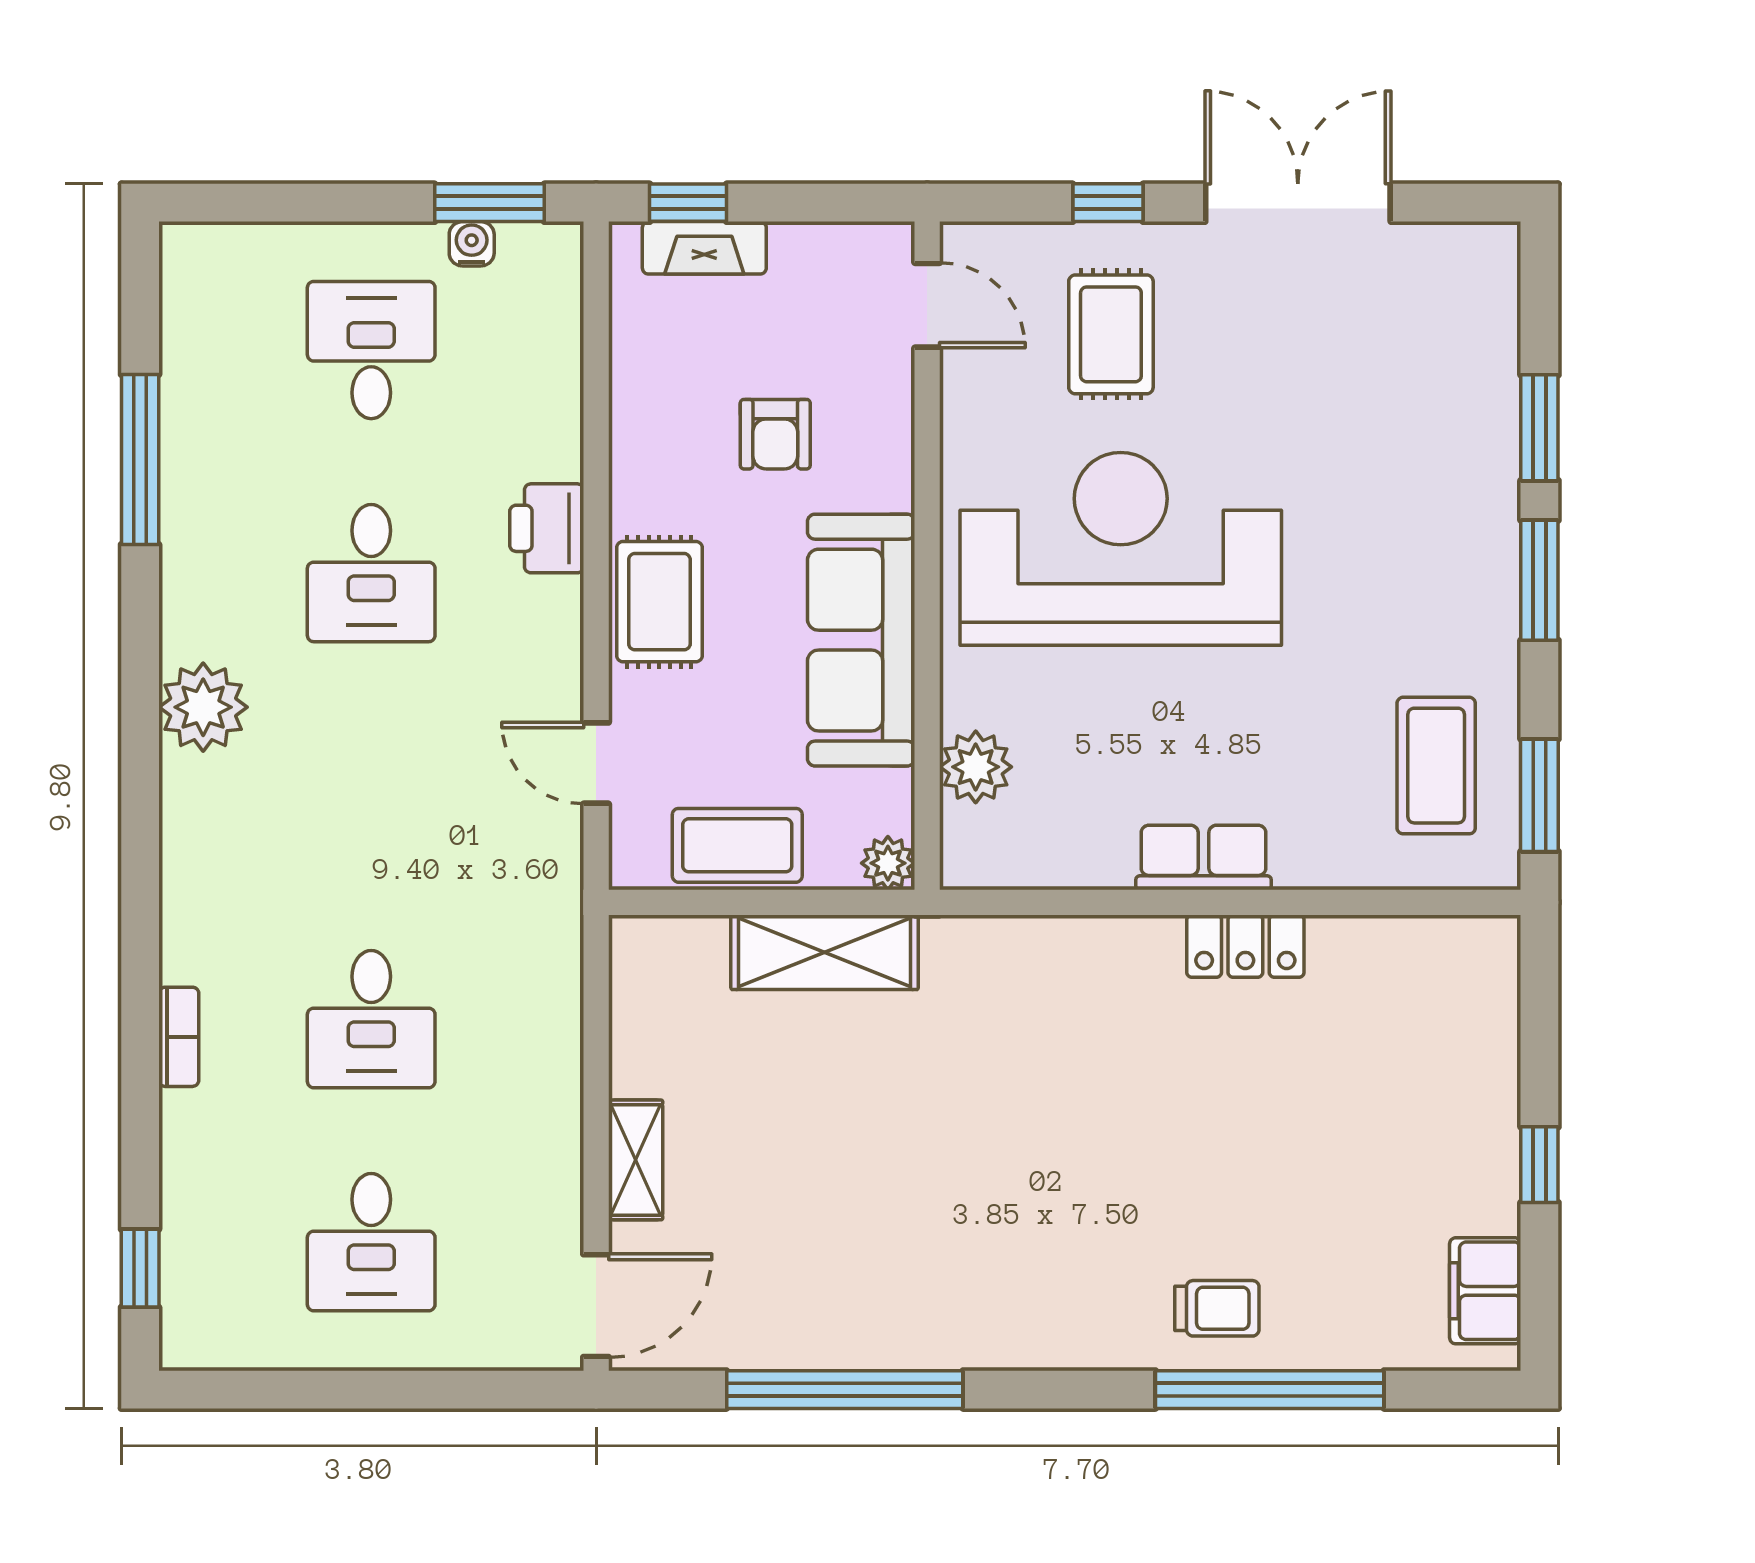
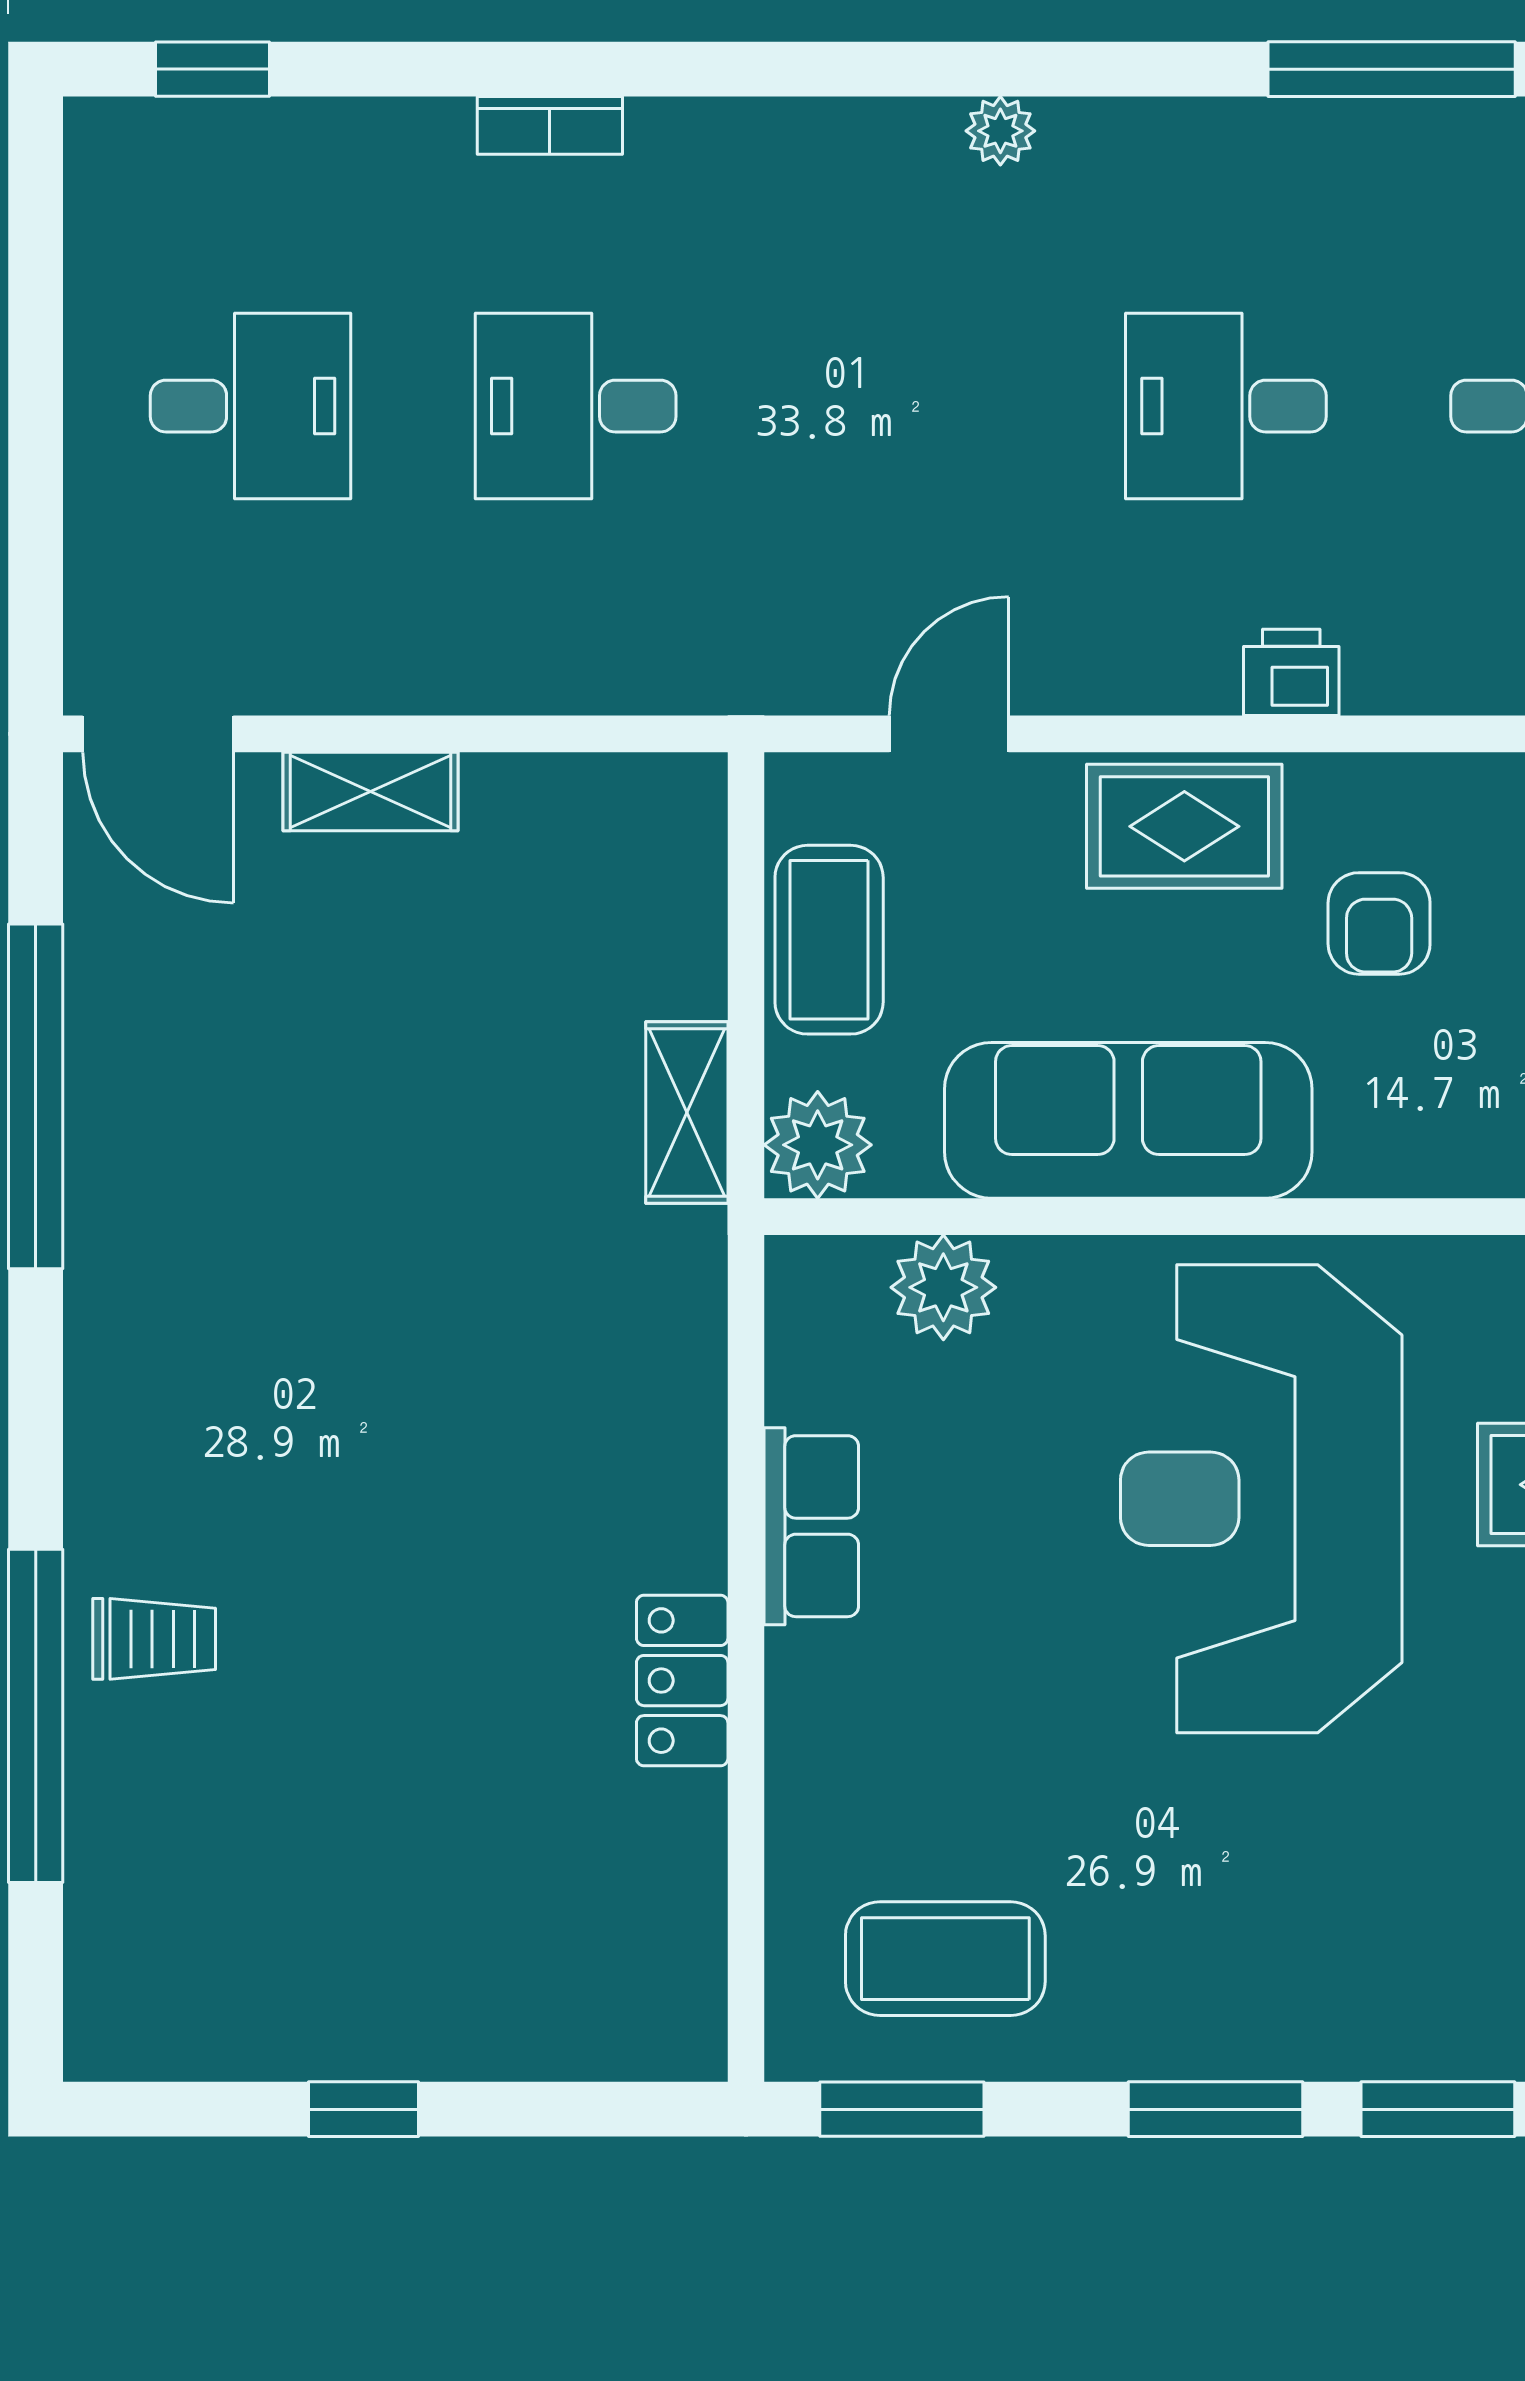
armchair: (775, 434) -> (1379, 923), moved, turned -90
printer: (547, 528) -> (1291, 672), width x0.73, depth x0.81
reception desk: (1121, 549) -> (1261, 1499), turned 180
plant: (203, 707) -> (1000, 131), width x0.53, depth x0.53
row of seats: (1204, 857) -> (811, 1526), moved
plant: (888, 863) -> (818, 1145), width x1.38, depth x1.38
shelving: (825, 952) -> (687, 1112), width x0.67, depth x0.75
desk: (371, 1242) -> (251, 406), turned 180
filing cabinet: (1485, 1291) -> (180, 2030), removed
trolley: (1217, 1308) -> (154, 1639), turned -90

